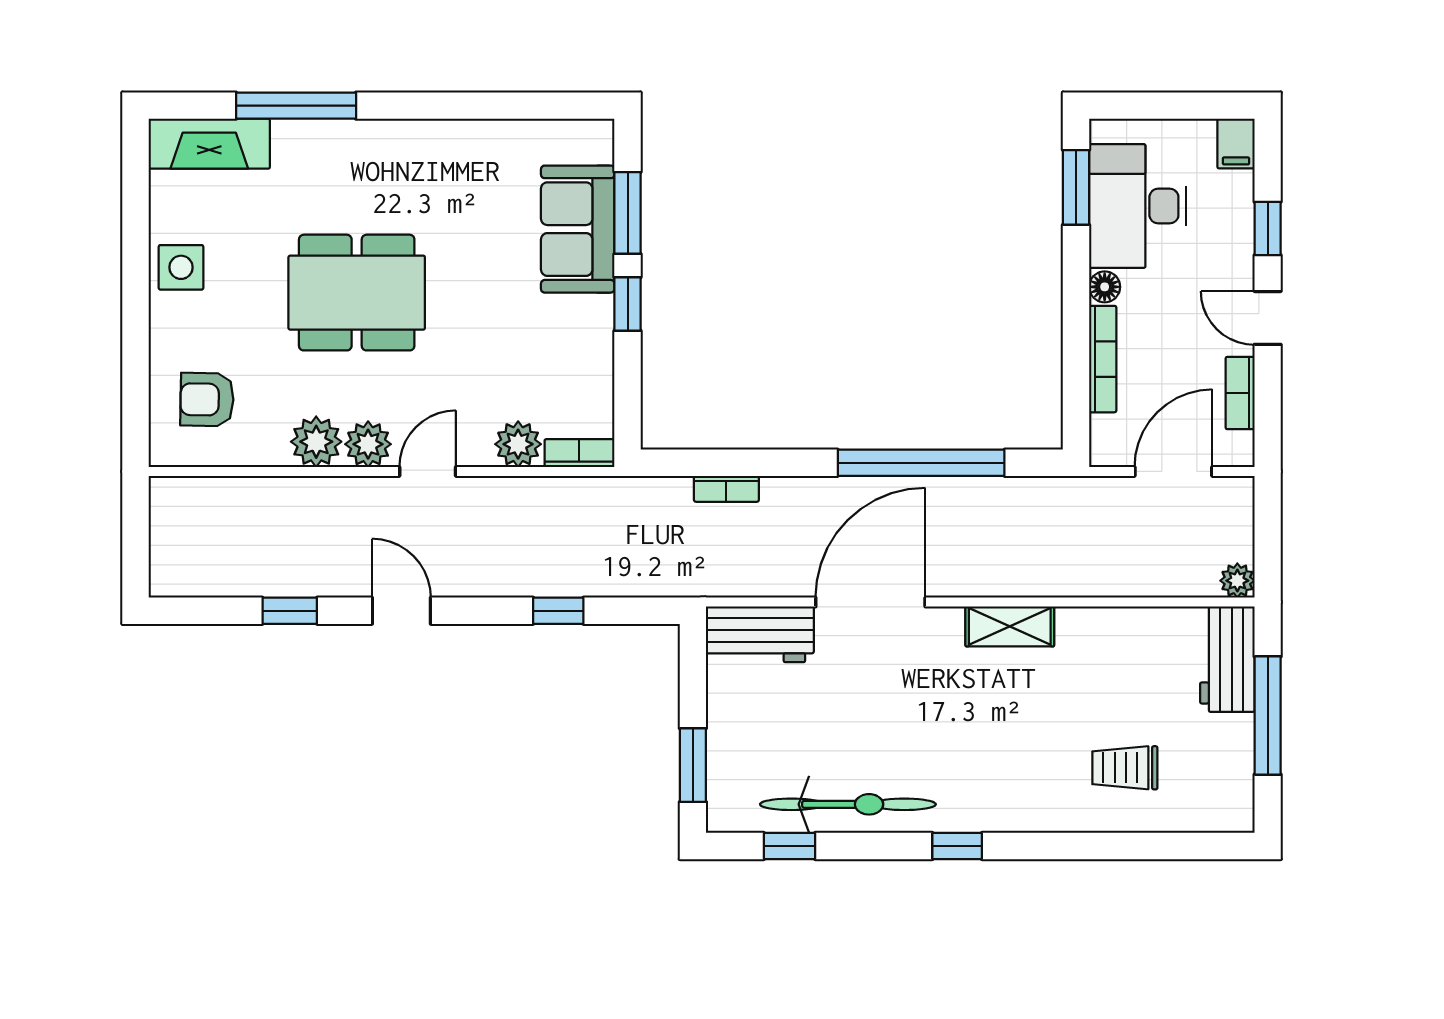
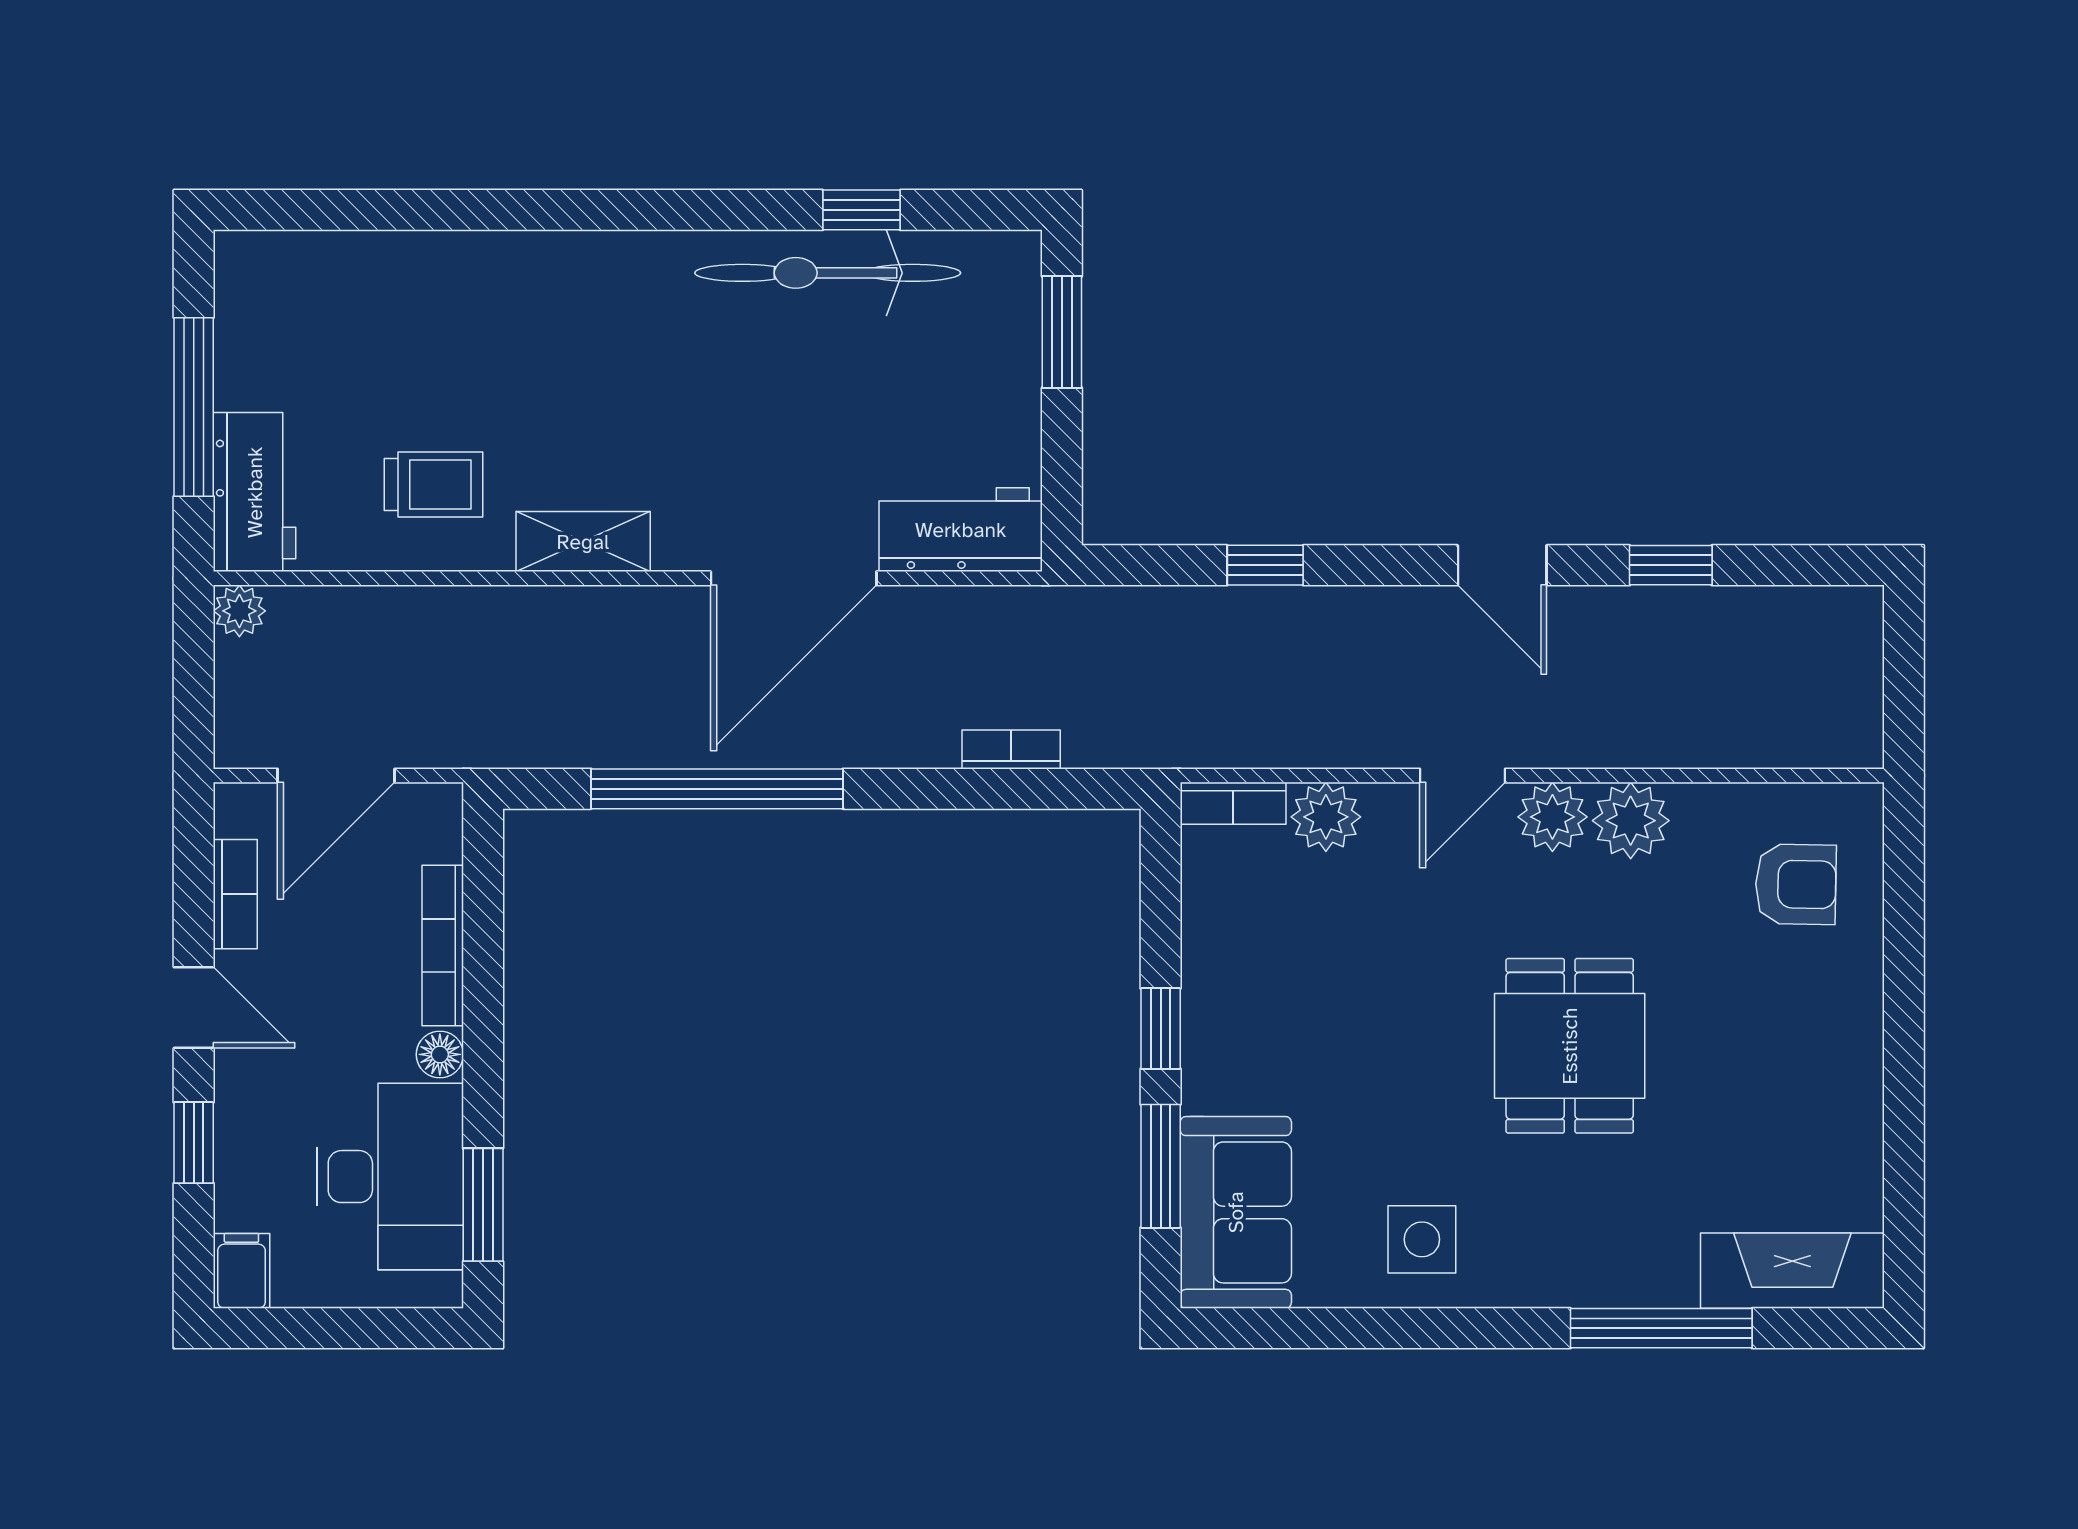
sofa: (578, 229) -> (1236, 1212), moved
side table: (181, 267) -> (1422, 1239), moved
dining table: (357, 293) -> (1570, 1046), width x0.73
trolley: (1125, 768) -> (434, 484), moved
window: (790, 846) -> (861, 210), moved
window: (957, 846) -> (663, 210), removed

